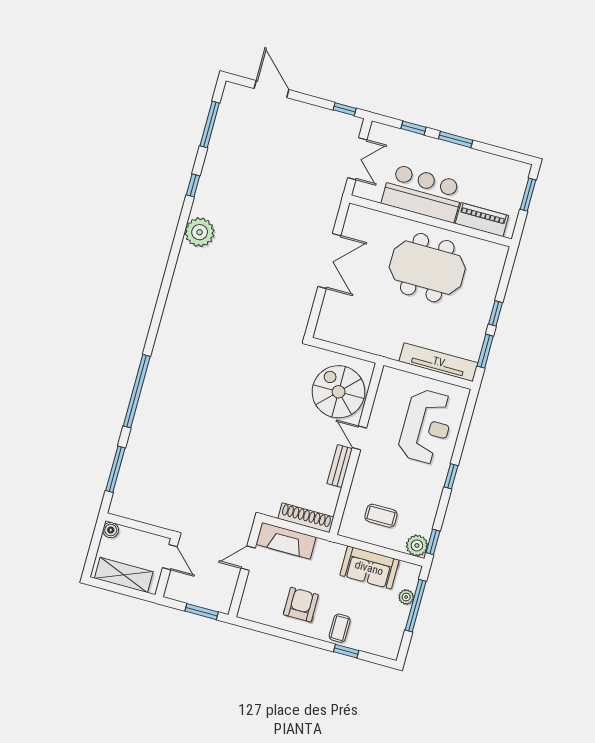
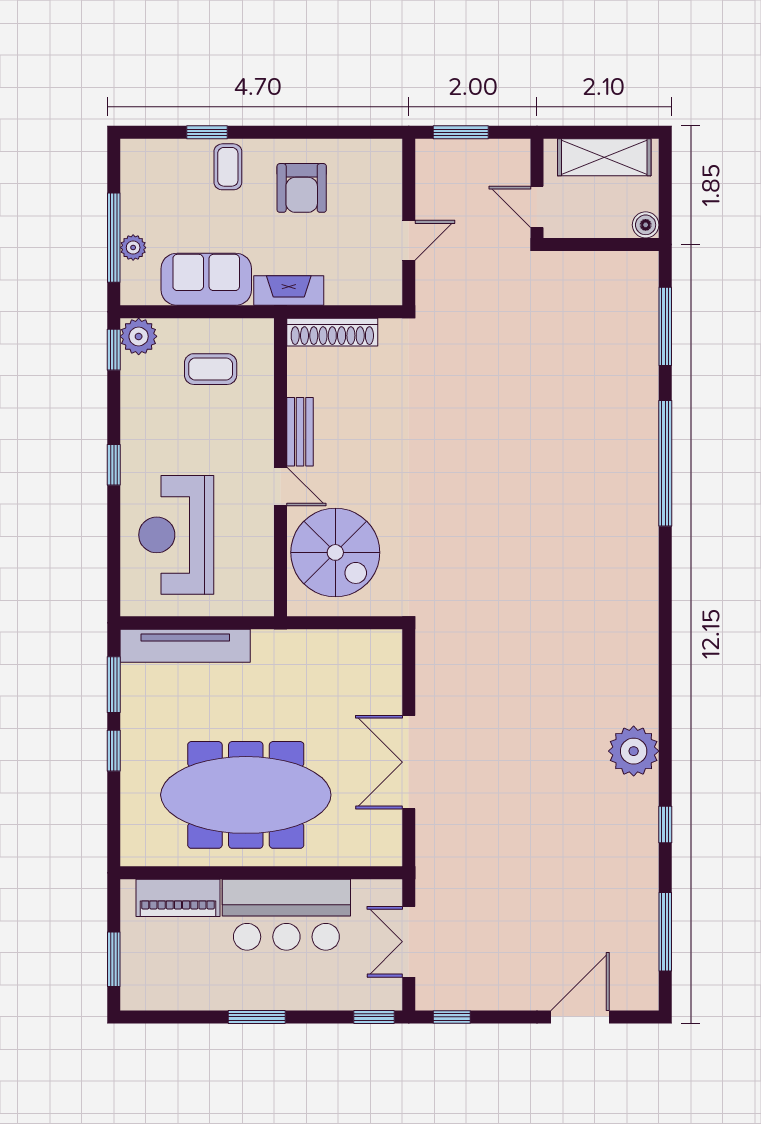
door: (271, 89) -> (580, 1017), swing flipped
window: (413, 128) -> (374, 1017), moved
meeting table: (427, 268) -> (246, 795), width x1.36
fireplace: (286, 541) -> (289, 290), moved, width x0.73, depth x0.76

